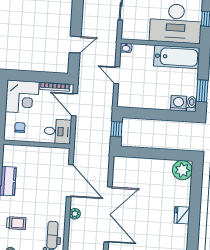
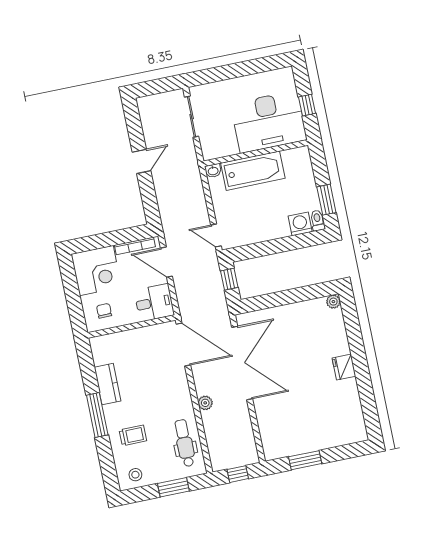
door: (75, 45) -> (141, 161), moved
bathtub: (177, 57) -> (253, 171), moved
door: (117, 75) -> (216, 235), moved
plant: (182, 170) -> (333, 302), width x0.53, depth x0.53
door: (70, 181) -> (183, 344), moved
double door: (108, 214) -> (242, 363), moved

